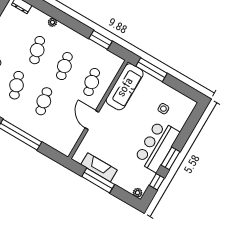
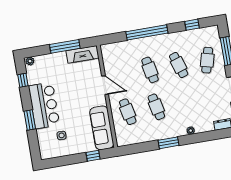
window: (101, 40) -> (169, 143), moved
cafe table: (37, 50) -> (185, 102), removed
window: (151, 70) -> (93, 156), width x0.46
window: (171, 158) -> (30, 120), moved
fireplace: (99, 167) -> (83, 54), moved

